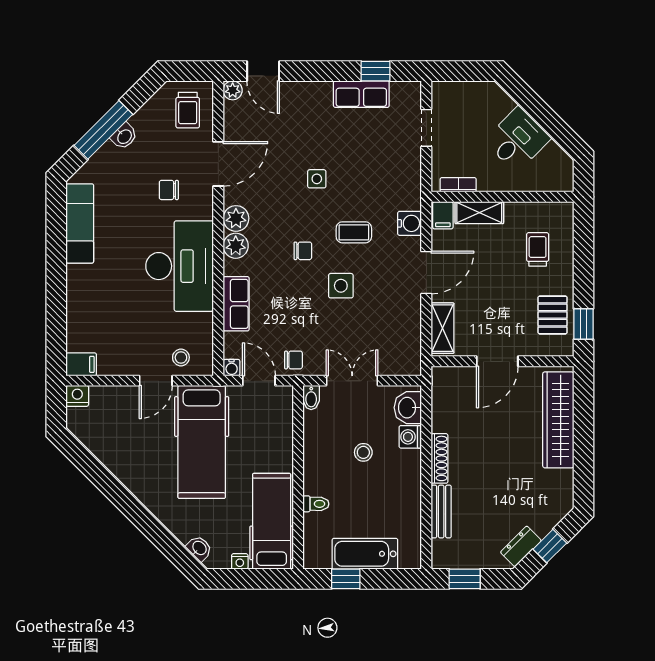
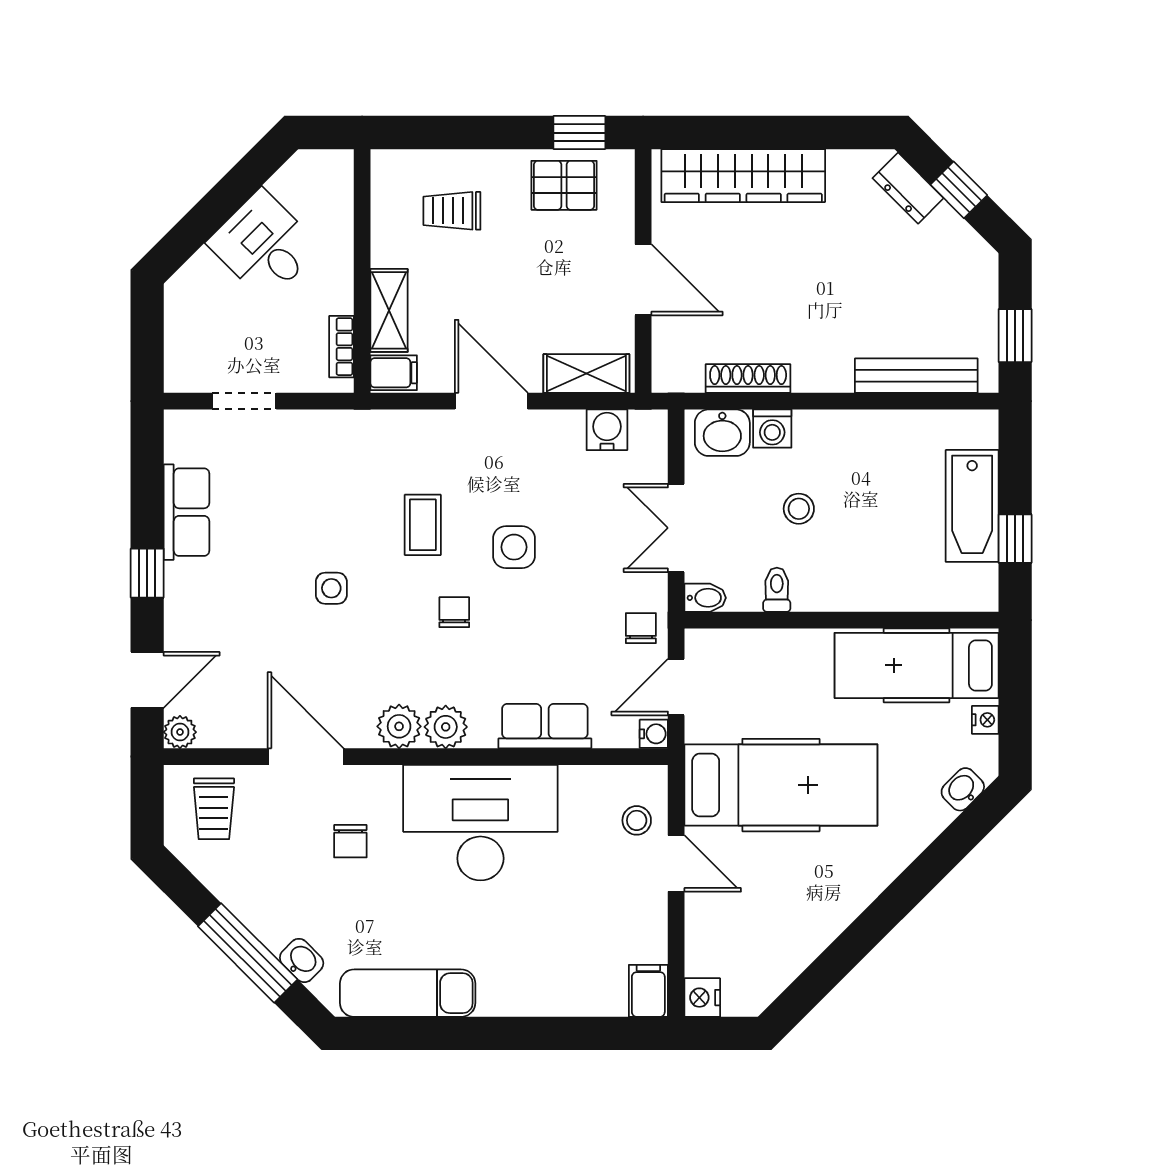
window: (376, 71) -> (147, 573), moved
trolley: (188, 110) -> (214, 809), turned 90
washbasin: (124, 136) -> (302, 960), moved
water cooler: (409, 223) -> (607, 430), moved
shoe rack: (440, 458) -> (748, 378), moved
toilet: (316, 504) -> (777, 590), moved
bench: (441, 512) -> (916, 376), width x1.36
dresser: (521, 546) -> (908, 188), moved

